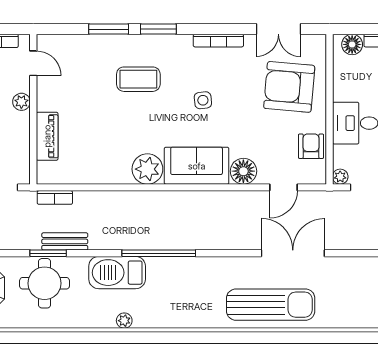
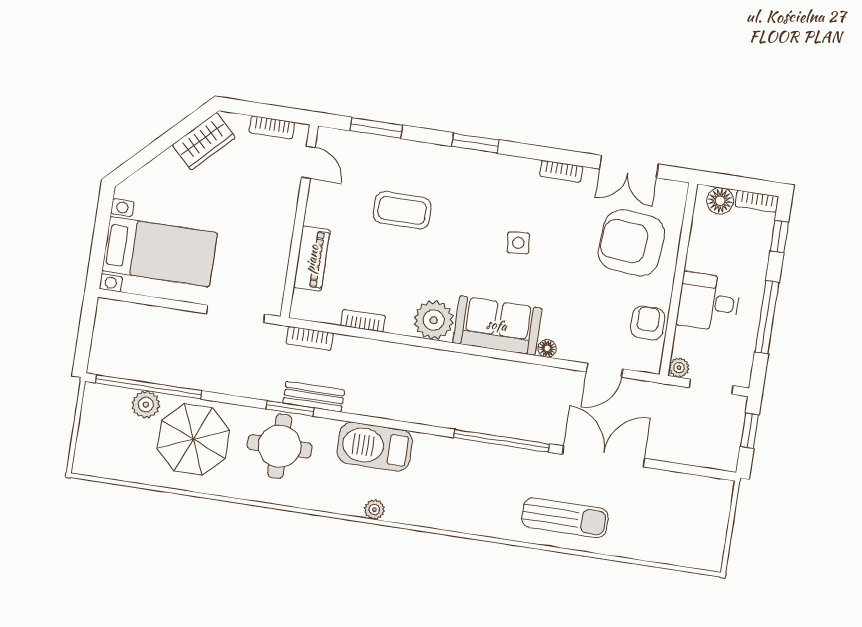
window: (109, 29) -> (376, 128), moved
bookcase: (218, 41) -> (561, 171), width x0.64
coffee table: (138, 79) -> (402, 210), moved
plant: (21, 102) -> (286, 209), removed
floor lamp: (243, 171) -> (547, 348), width x0.53, depth x0.53
bookcase: (94, 178) -> (363, 321), added
window: (159, 253) -> (501, 441), moved
sun lounger: (271, 305) -> (565, 518), width x0.73, depth x0.75

